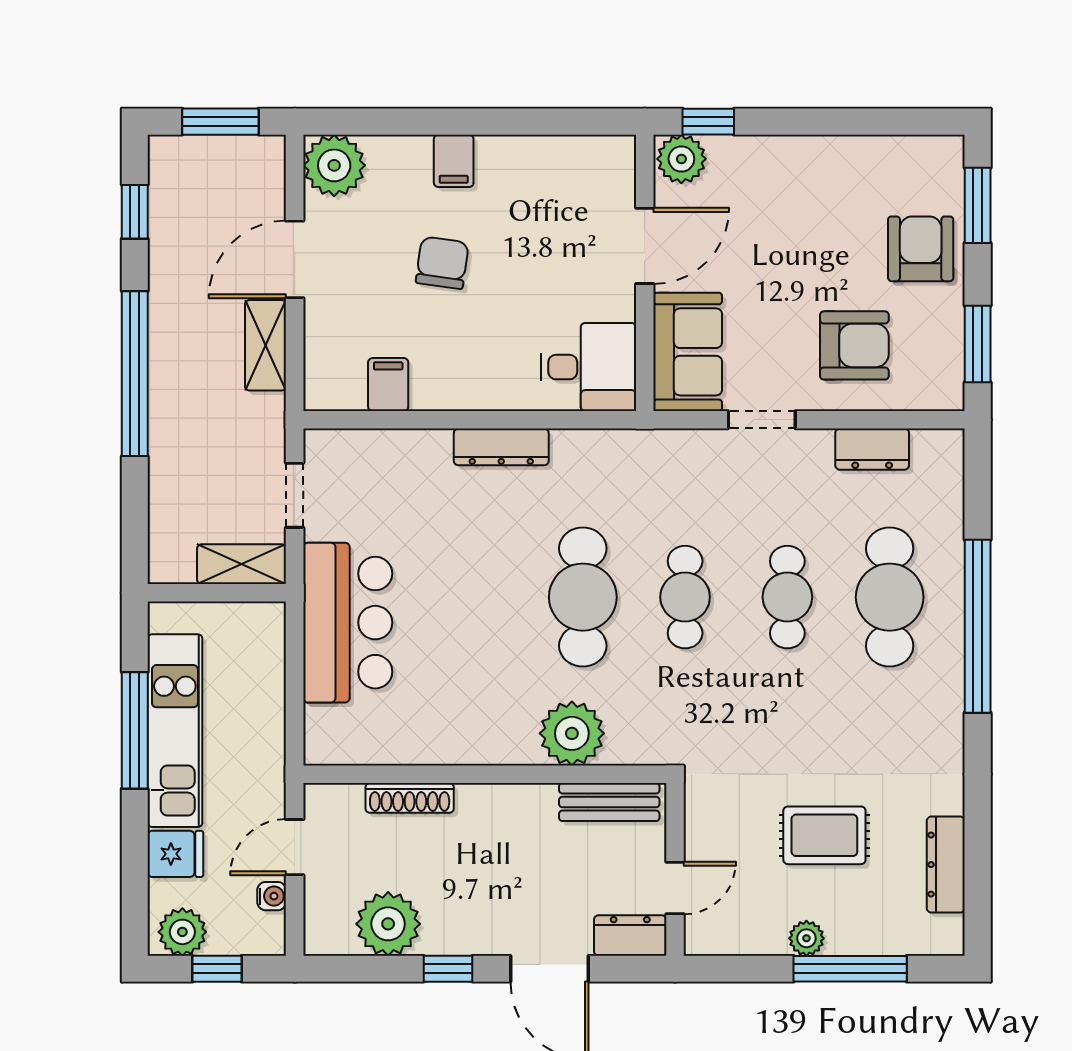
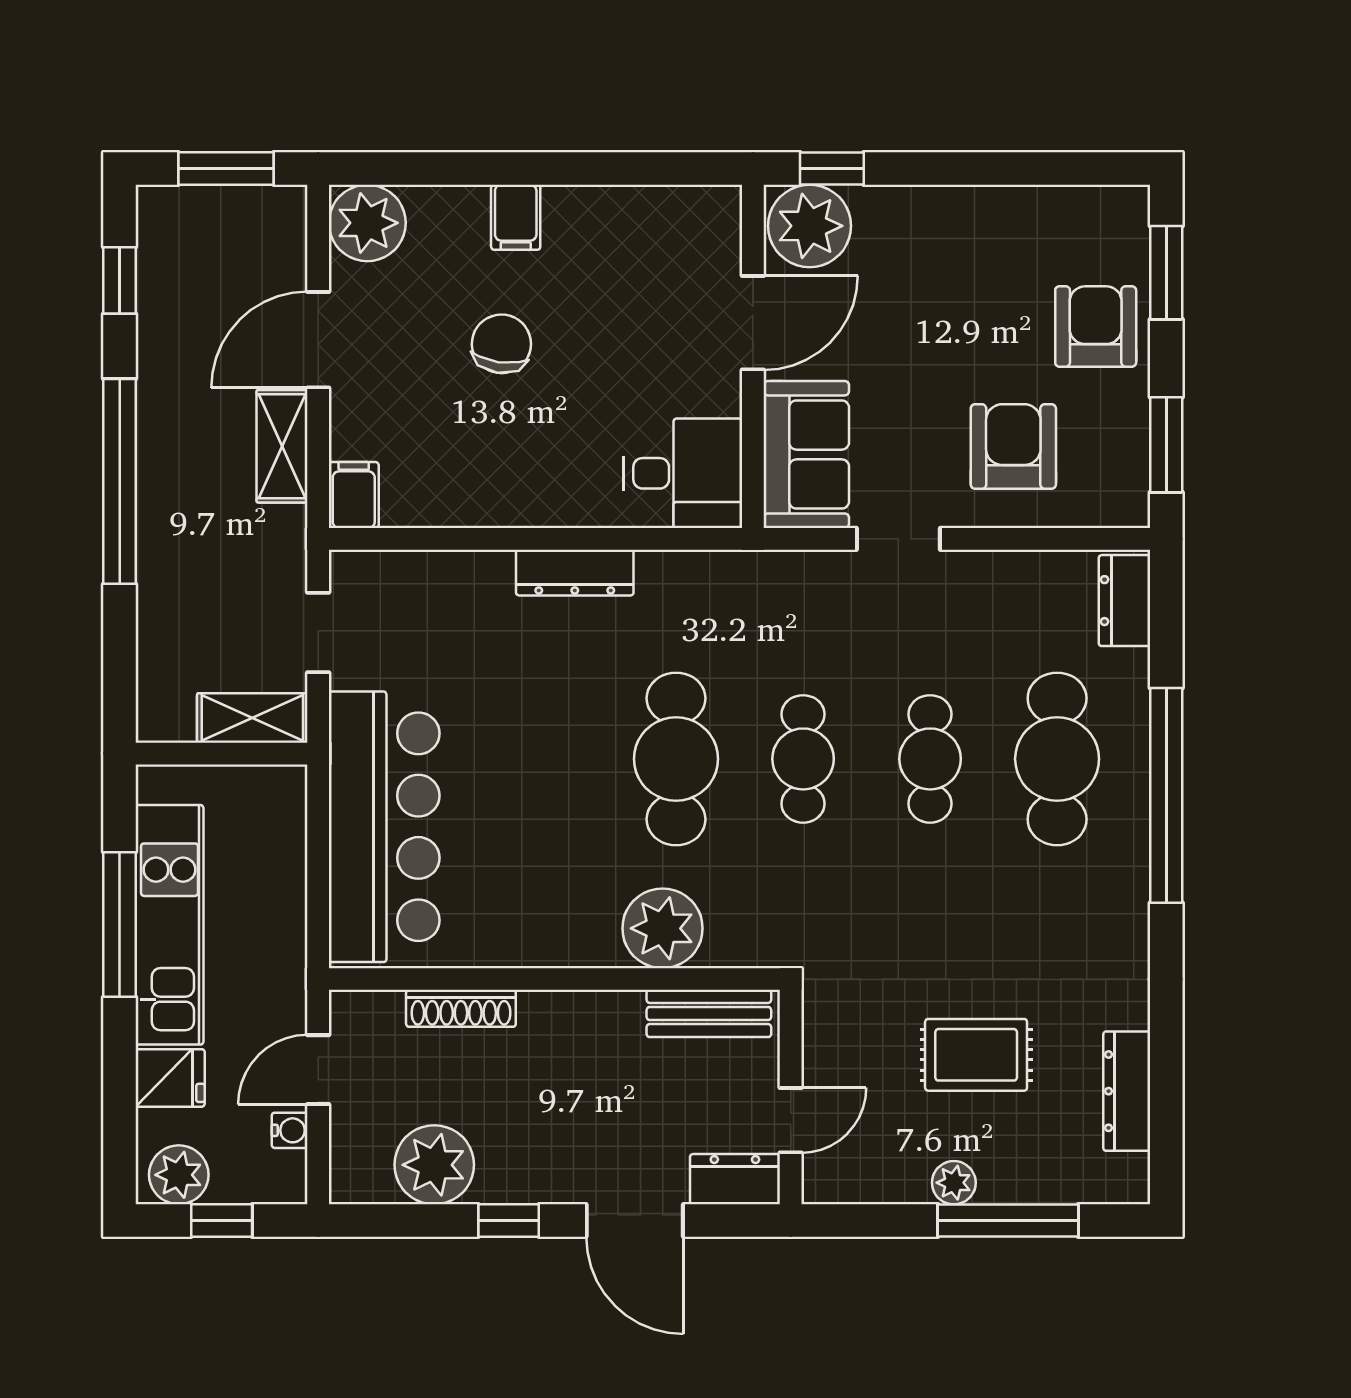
plant: (681, 159) -> (810, 226), width x1.36, depth x1.36
armchair: (854, 345) -> (1013, 446), turned -90
filing cabinet: (388, 385) -> (354, 495), moved
dresser: (872, 449) -> (1125, 601), moved, turned 90
bar counter: (348, 623) -> (384, 827), width x1.36

